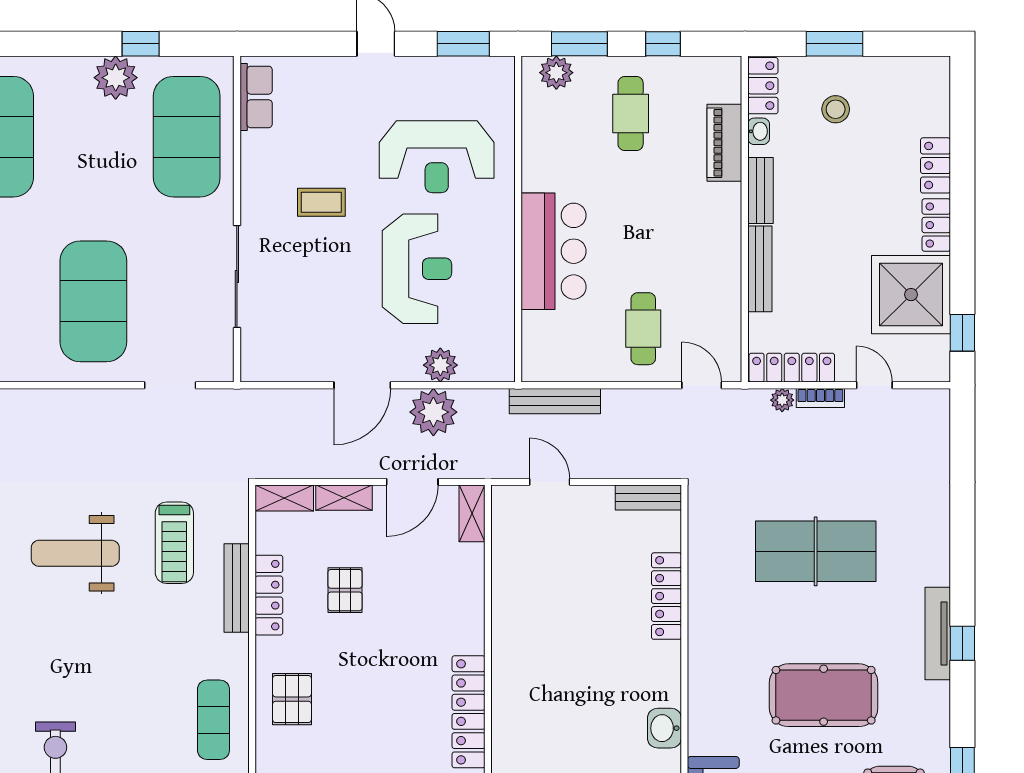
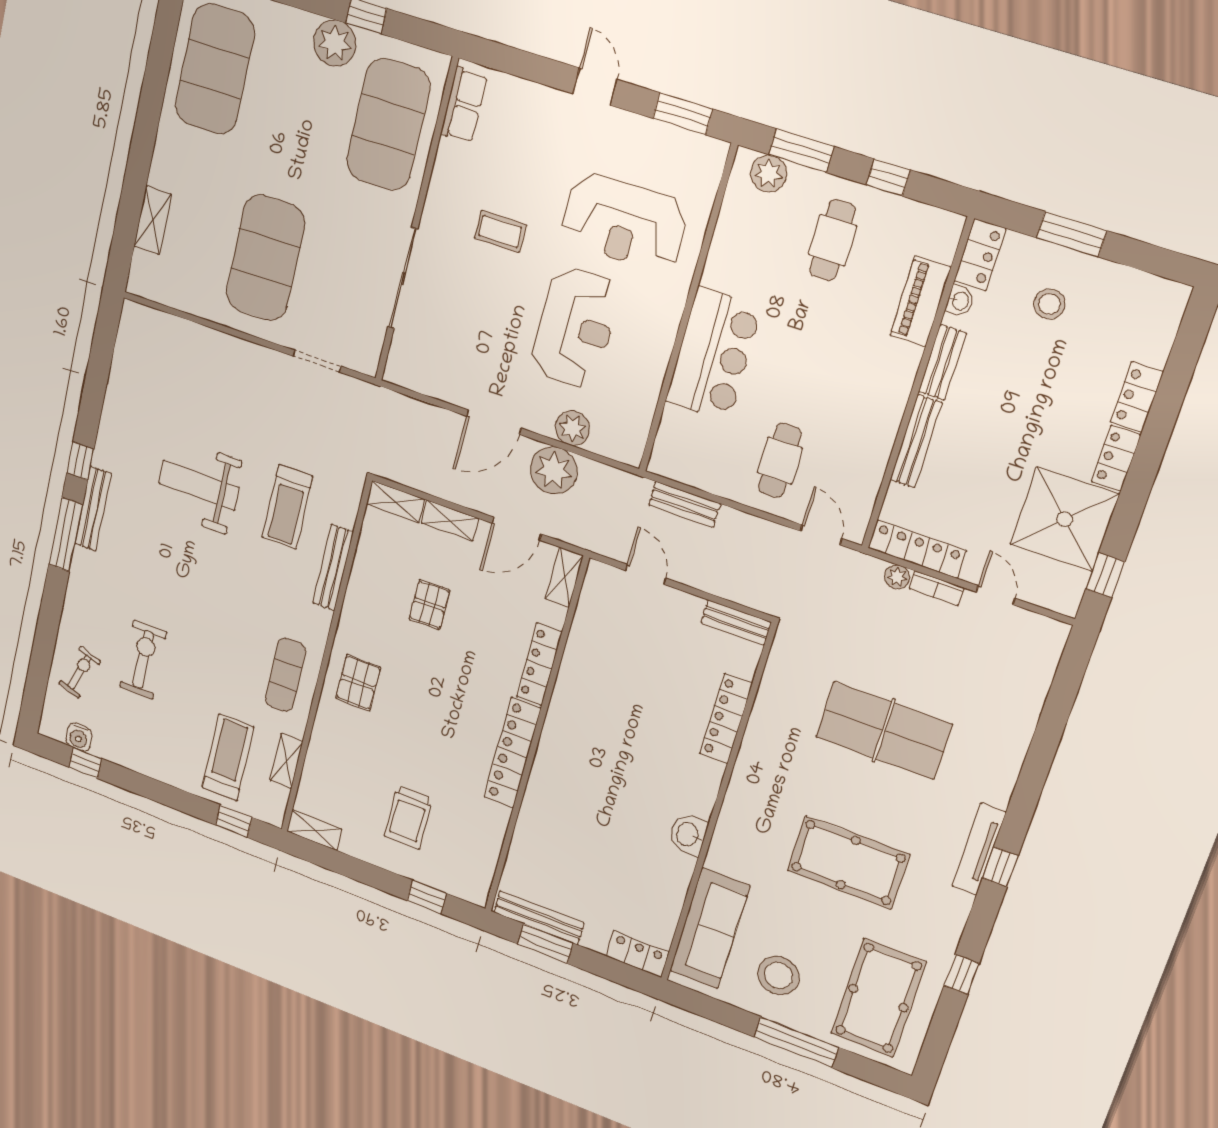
bench: (555, 401) -> (684, 504), width x0.73
locker: (269, 595) -> (539, 664), moved, turned 180

